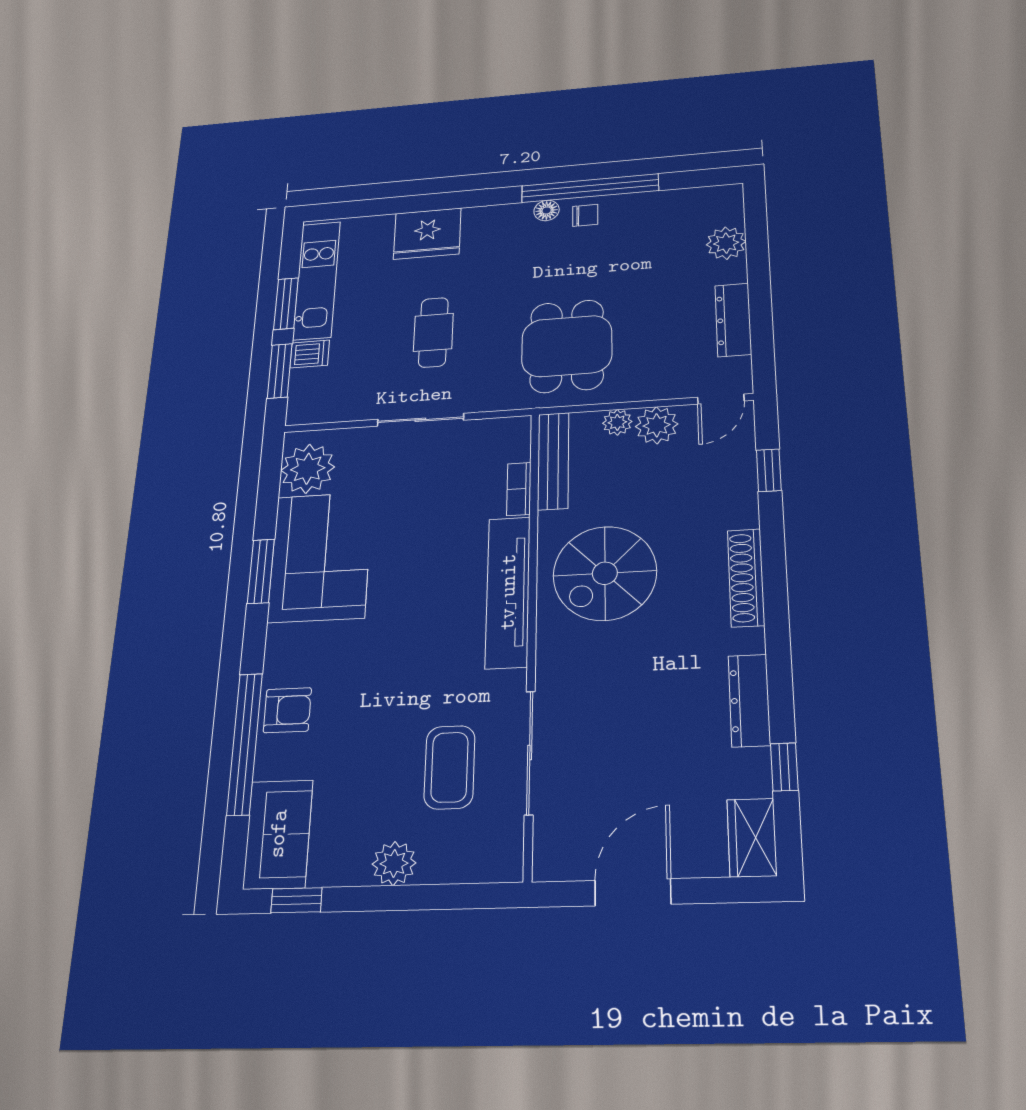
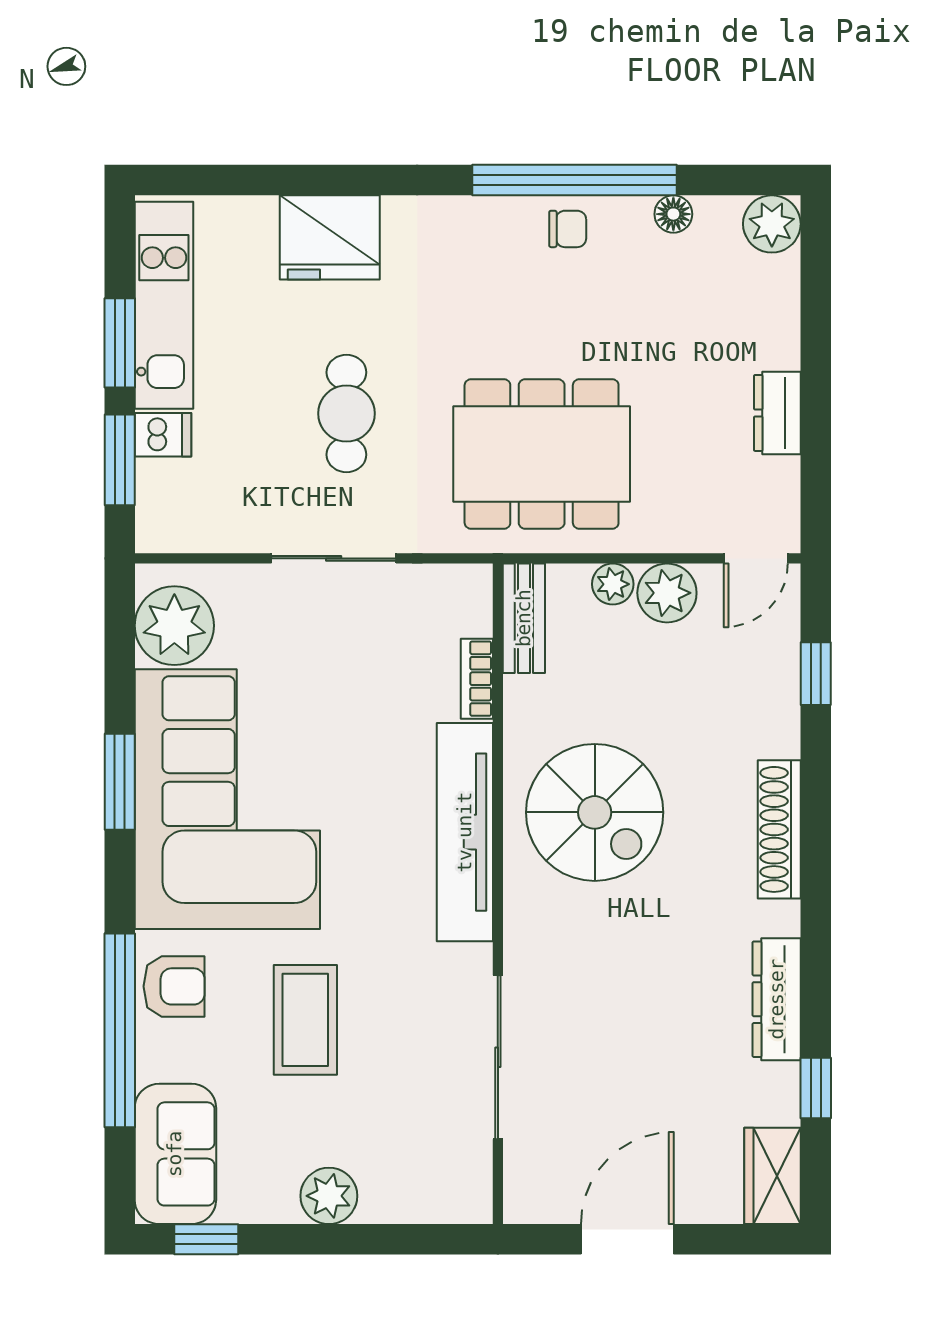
floor lamp: (547, 210) -> (673, 214), moved
plant: (726, 243) -> (772, 224), moved
dresser: (733, 320) -> (777, 413), width x0.70
dining table: (567, 346) -> (542, 454), width x1.37
bench: (553, 461) -> (524, 618), width x0.73
corner sofa: (320, 557) -> (227, 799), width x1.36, depth x1.36
spiral stairs: (605, 573) -> (595, 812), turned -90
coffee table: (450, 767) -> (305, 1020), moved

